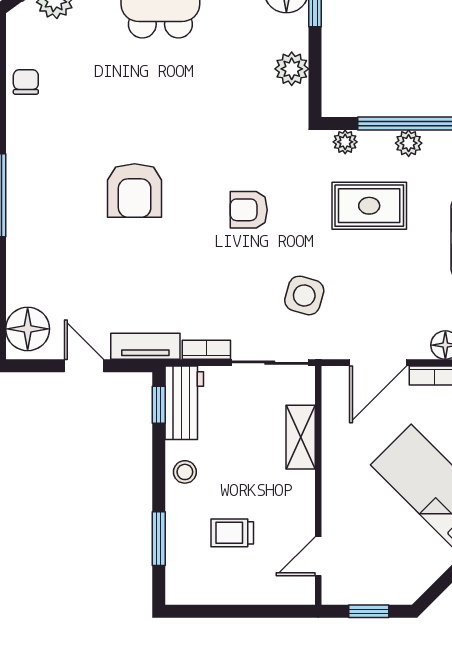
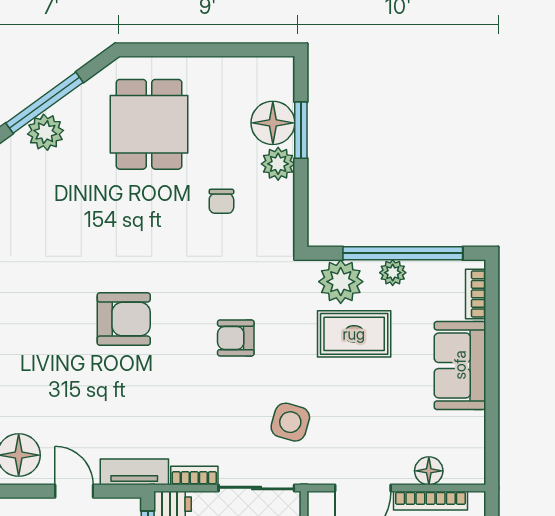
plant: (292, 69) -> (278, 164), moved
chair: (26, 82) -> (221, 201), moved, turned 180
plant: (345, 142) -> (341, 282), width x1.88, depth x1.88
armchair: (135, 191) -> (124, 319), turned -90

